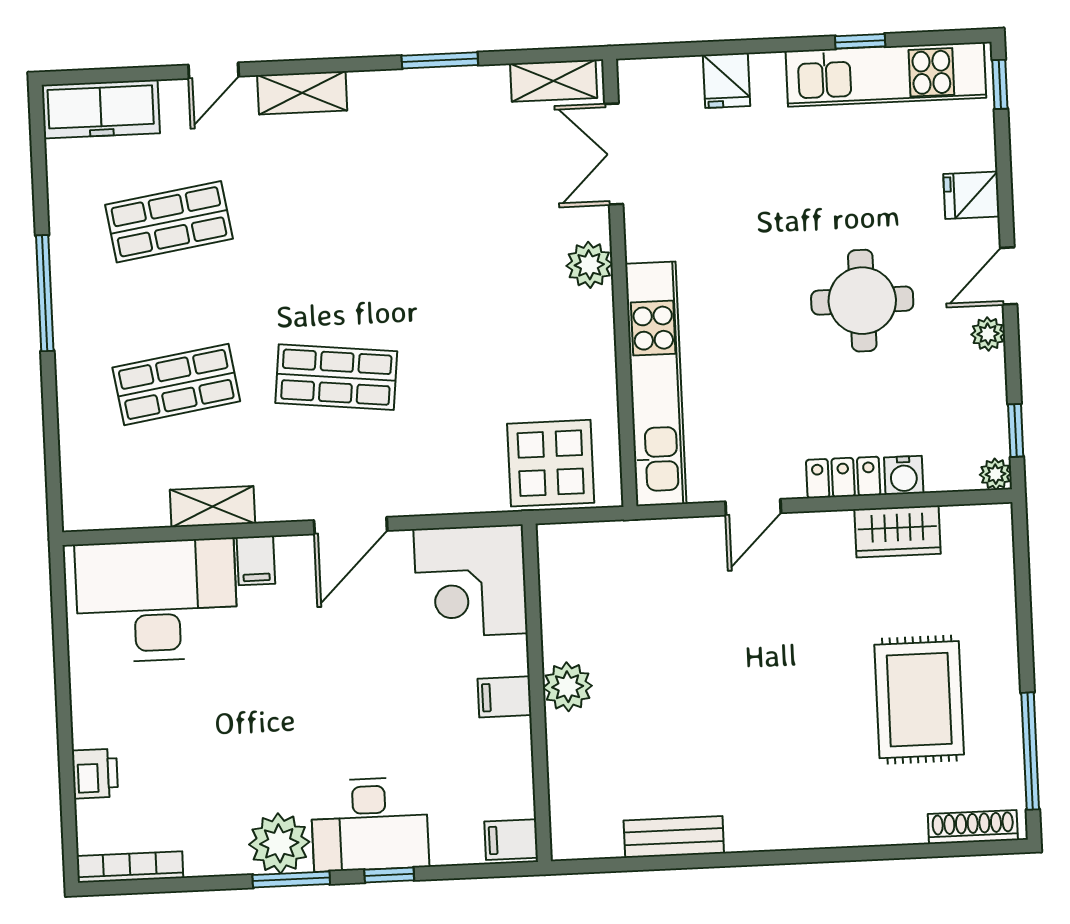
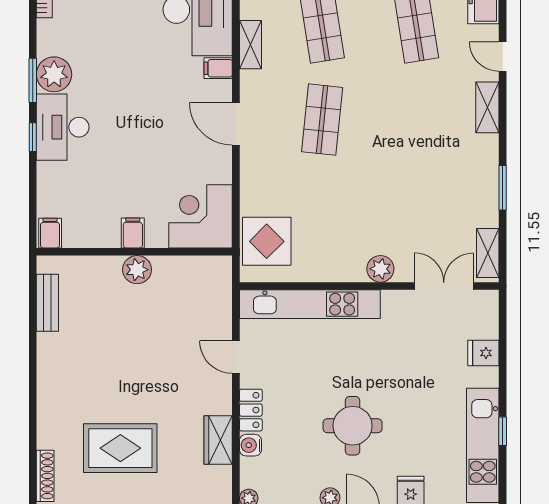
corner desk: (471, 581) -> (201, 216), moved
plant: (568, 687) -> (137, 270), moved
wall: (537, 693) -> (134, 252), moved
filing cabinet: (505, 697) -> (133, 233), moved
filing cabinet: (511, 840) -> (50, 233), moved

